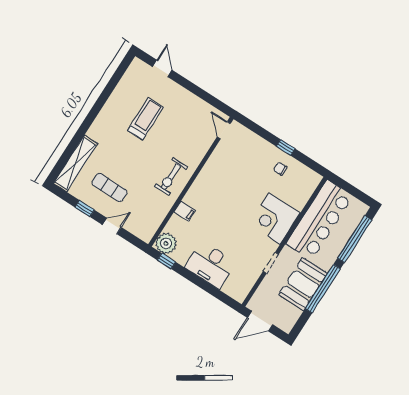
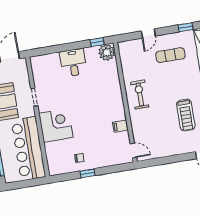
window: (85, 209) -> (186, 27), moved
filing cabinet: (185, 211) -> (120, 126), moved
desk: (211, 265) -> (73, 63), width x0.73

